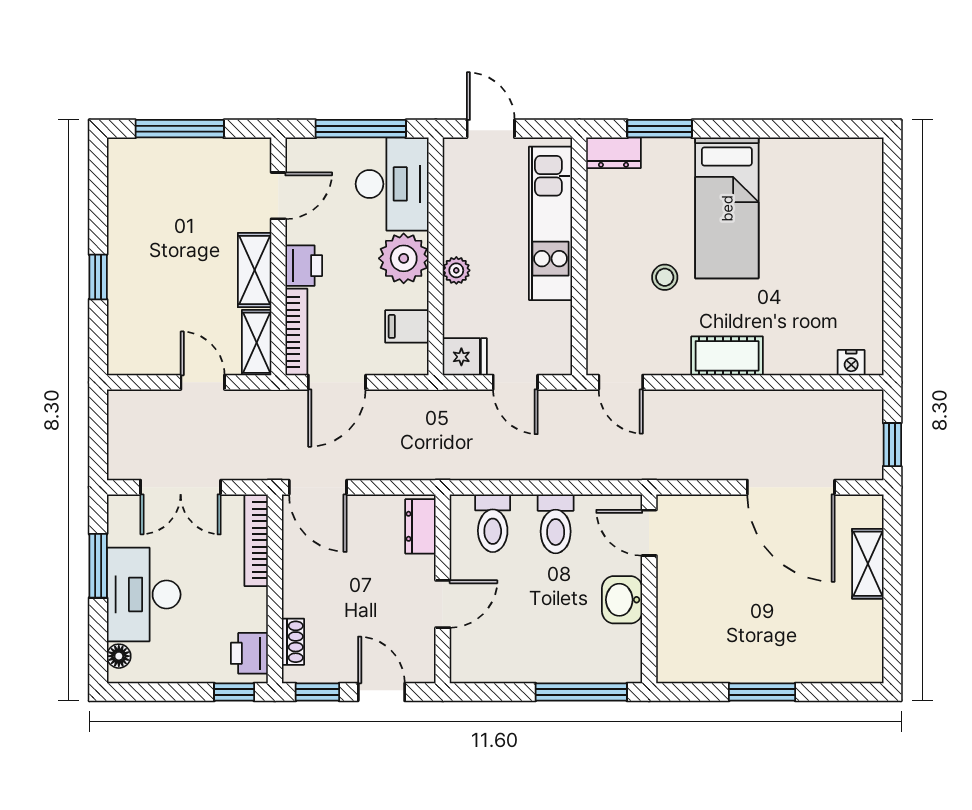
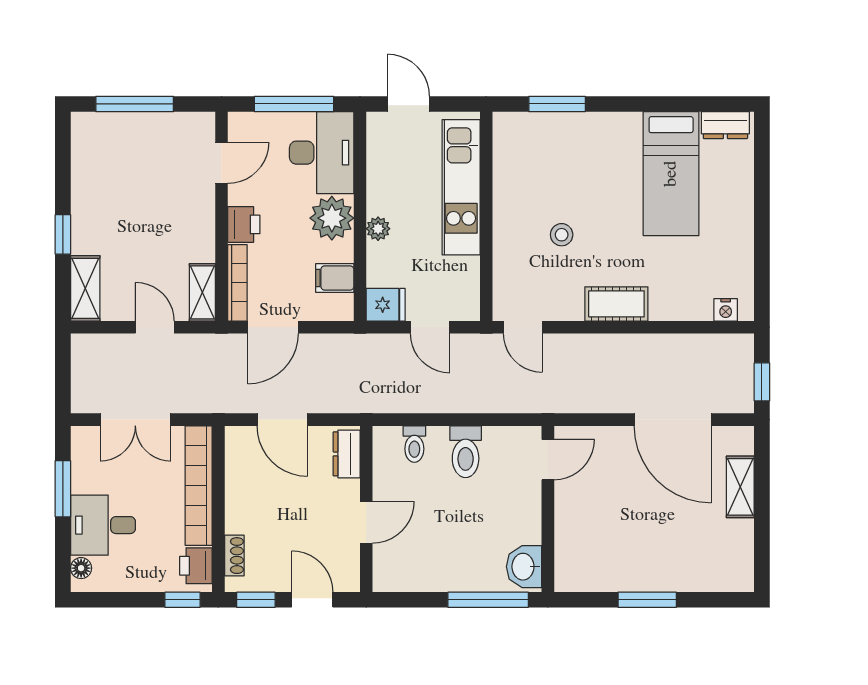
dresser: (613, 153) -> (725, 125), moved
bed: (727, 208) -> (671, 174), moved
shelving: (255, 270) -> (85, 288), moved
door: (318, 487) -> (282, 420), moved
toilet: (493, 523) -> (414, 444), width x0.73, depth x0.72
door: (649, 533) -> (548, 460), swing flipped
bookcase: (256, 540) -> (199, 486), width x1.48, depth x1.31
desk: (144, 594) -> (103, 525), width x0.73
washbasin: (622, 600) -> (524, 567), moved

